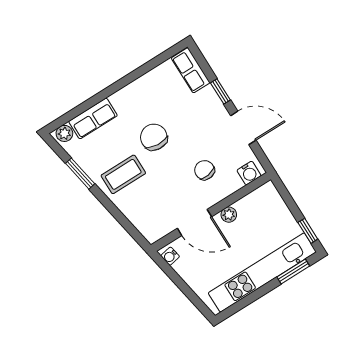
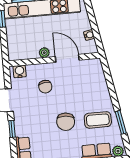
coffee table: (123, 174) -> (98, 120), moved
water cooler: (170, 256) -> (89, 35), moved

